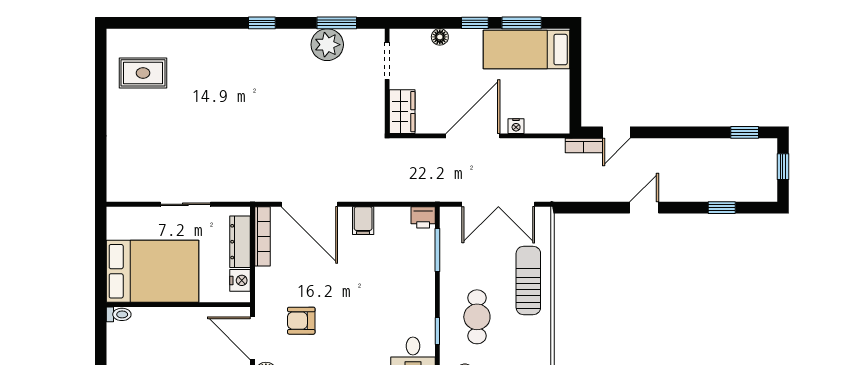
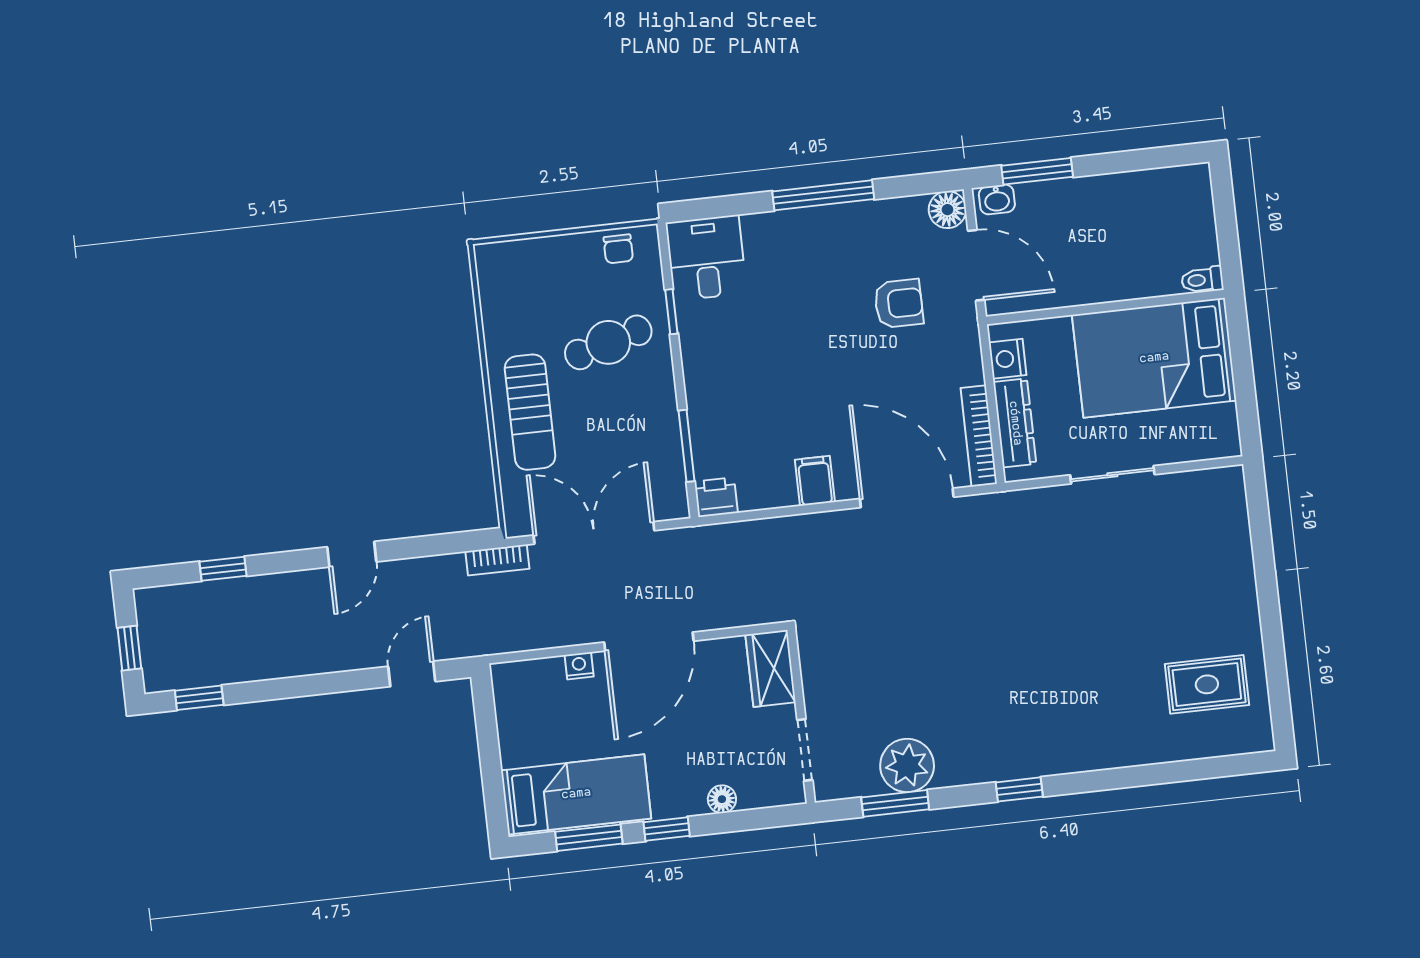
bookcase: (584, 145) -> (497, 560), moved, turned 180
cafe table: (477, 317) -> (608, 342), turned 74

